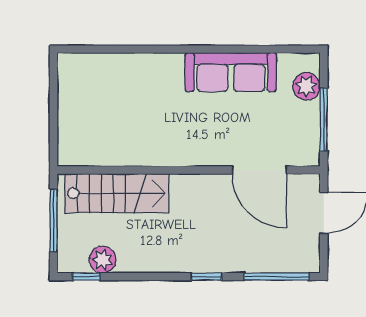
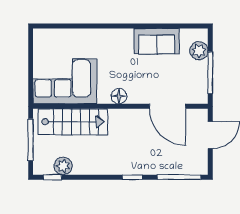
sofa: (231, 72) -> (157, 41), width x0.73
corner sofa: (105, 132) -> (65, 81), added
floor lamp: (186, 155) -> (119, 96), added

